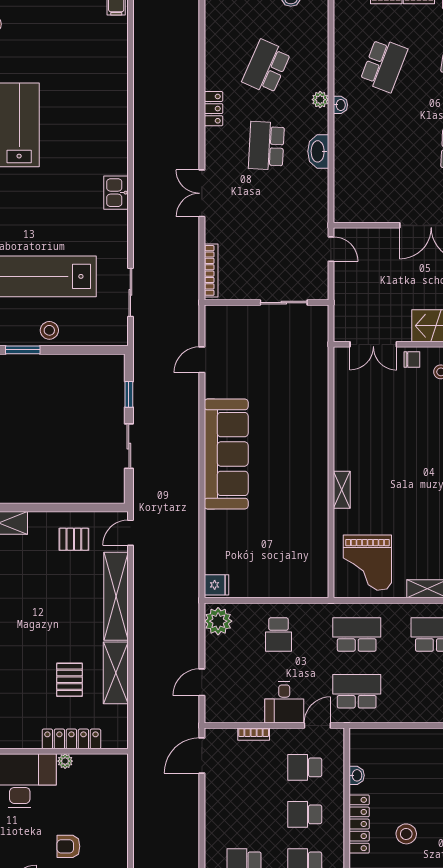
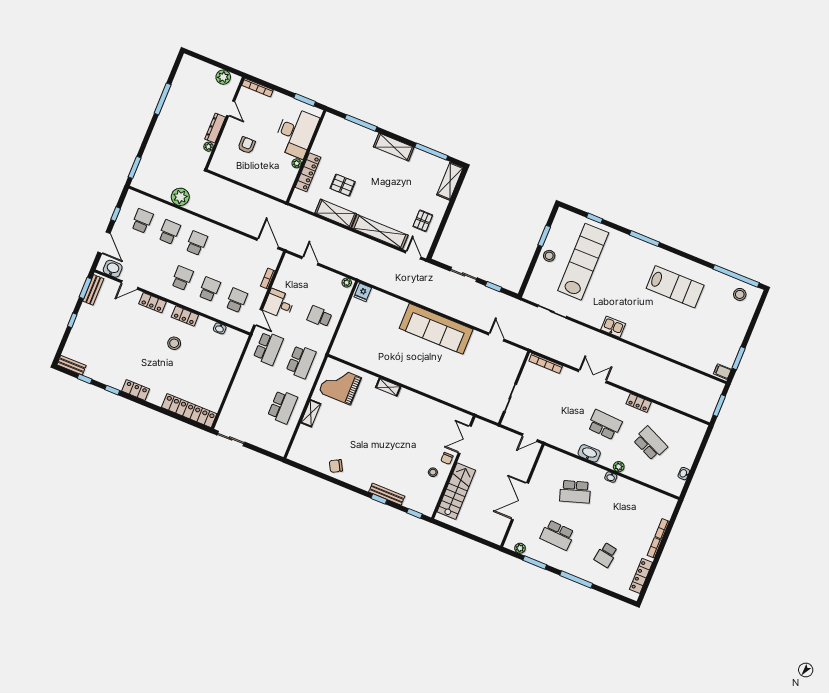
school desk: (384, 65) -> (575, 492), moved, turned -39
plant: (218, 621) -> (347, 283), width x0.53, depth x0.53
locker: (359, 824) -> (185, 316), width x0.66

